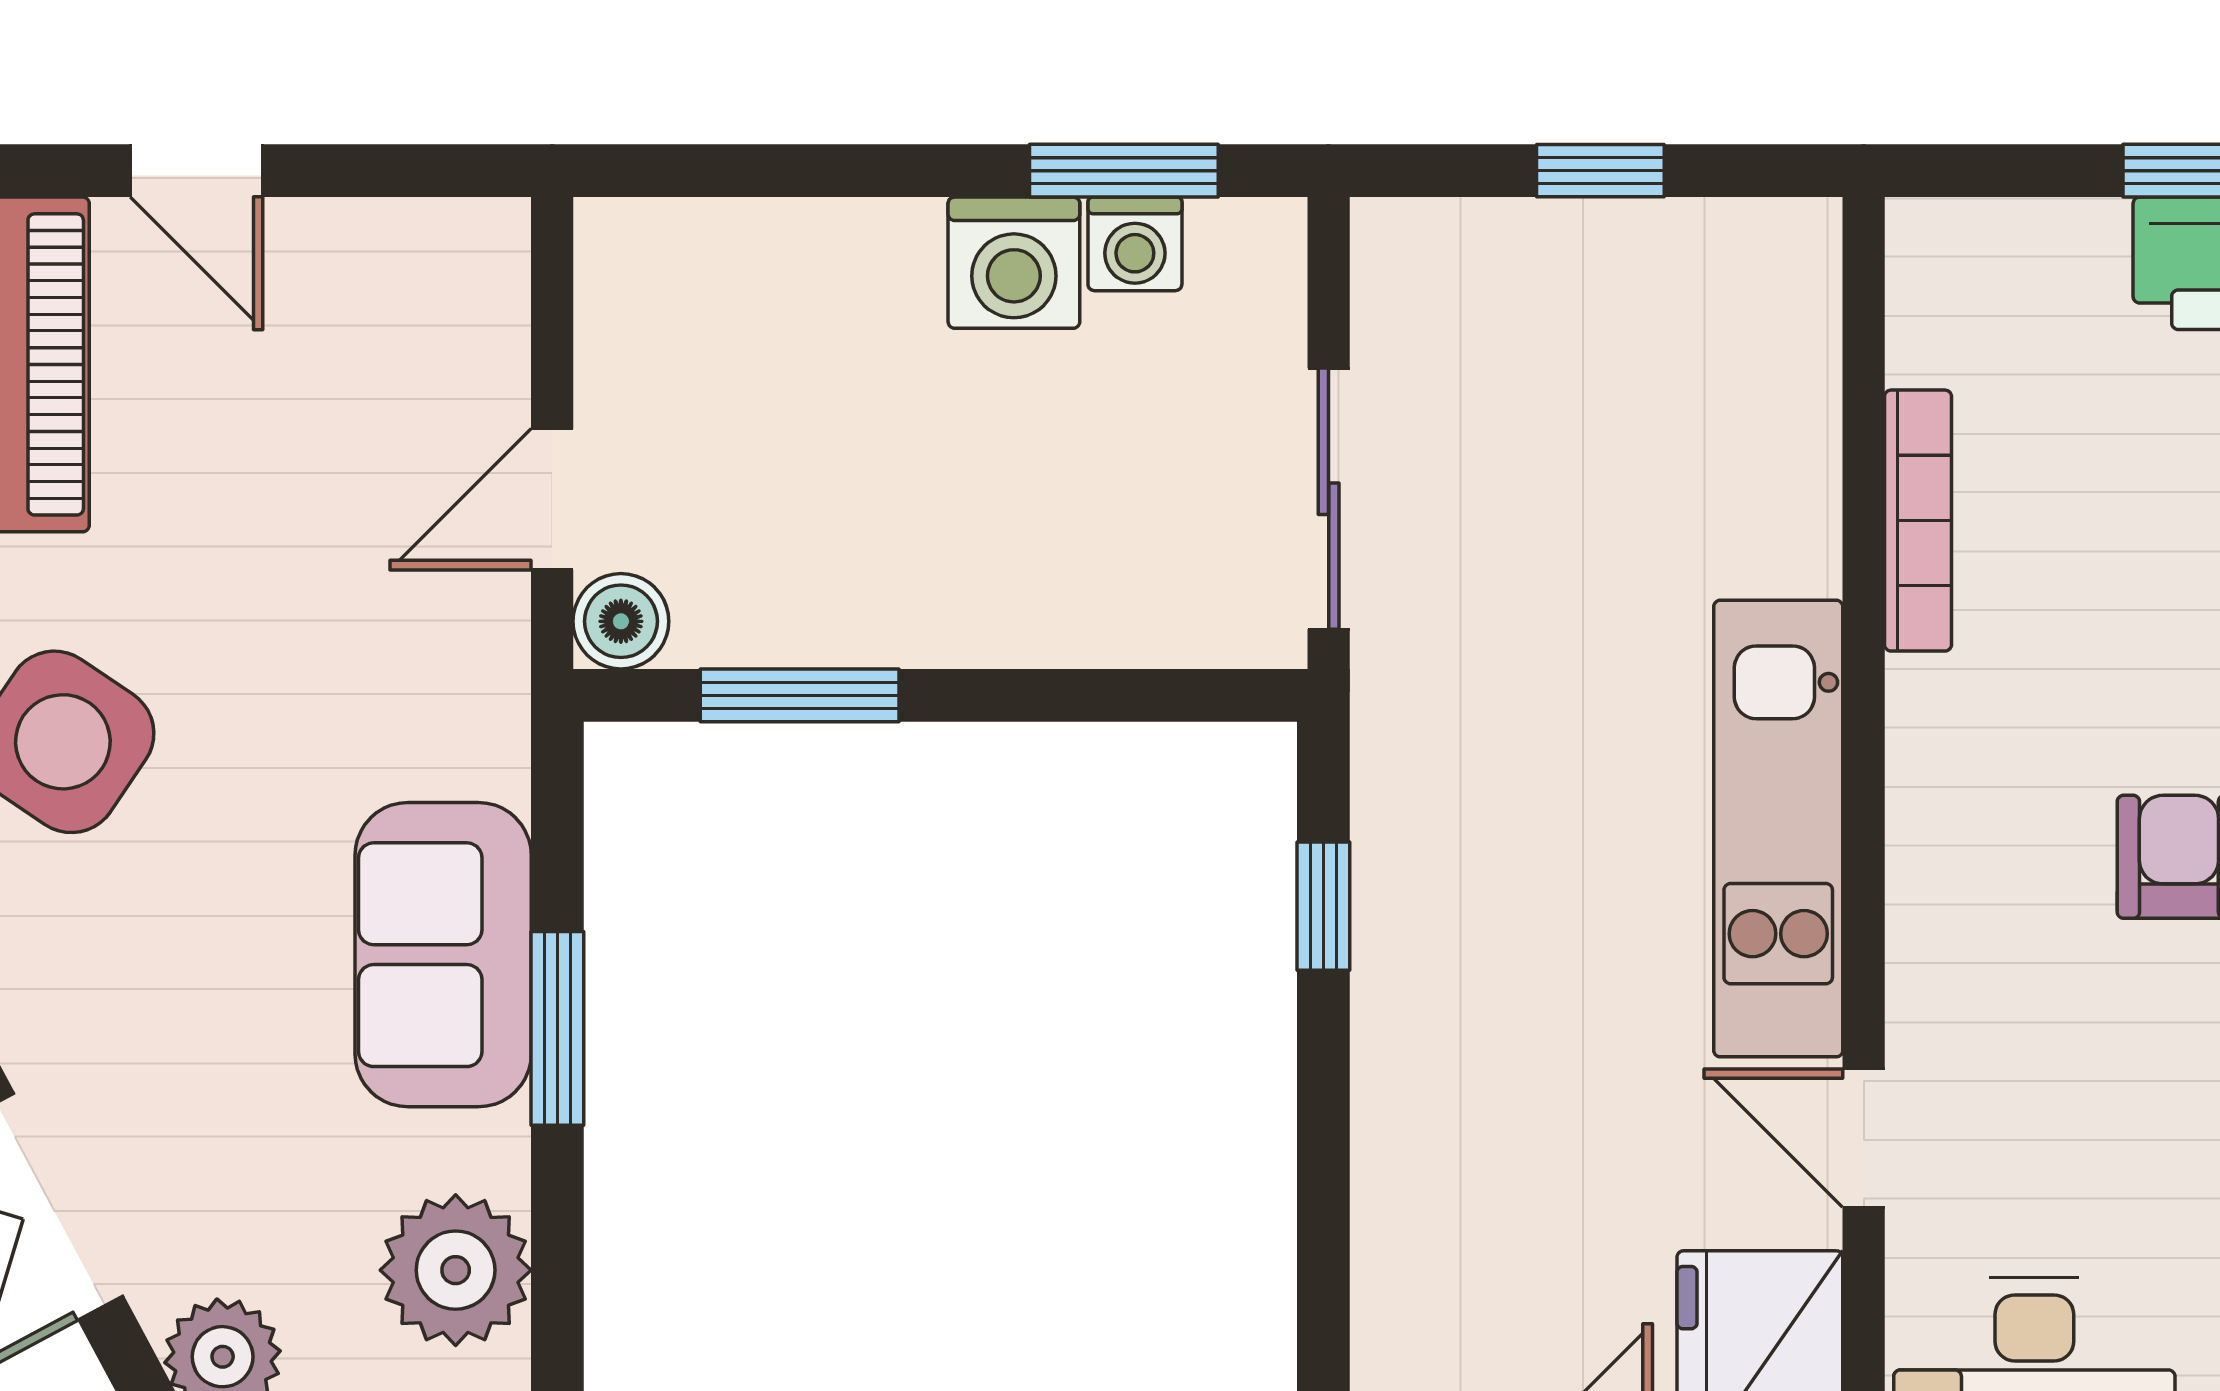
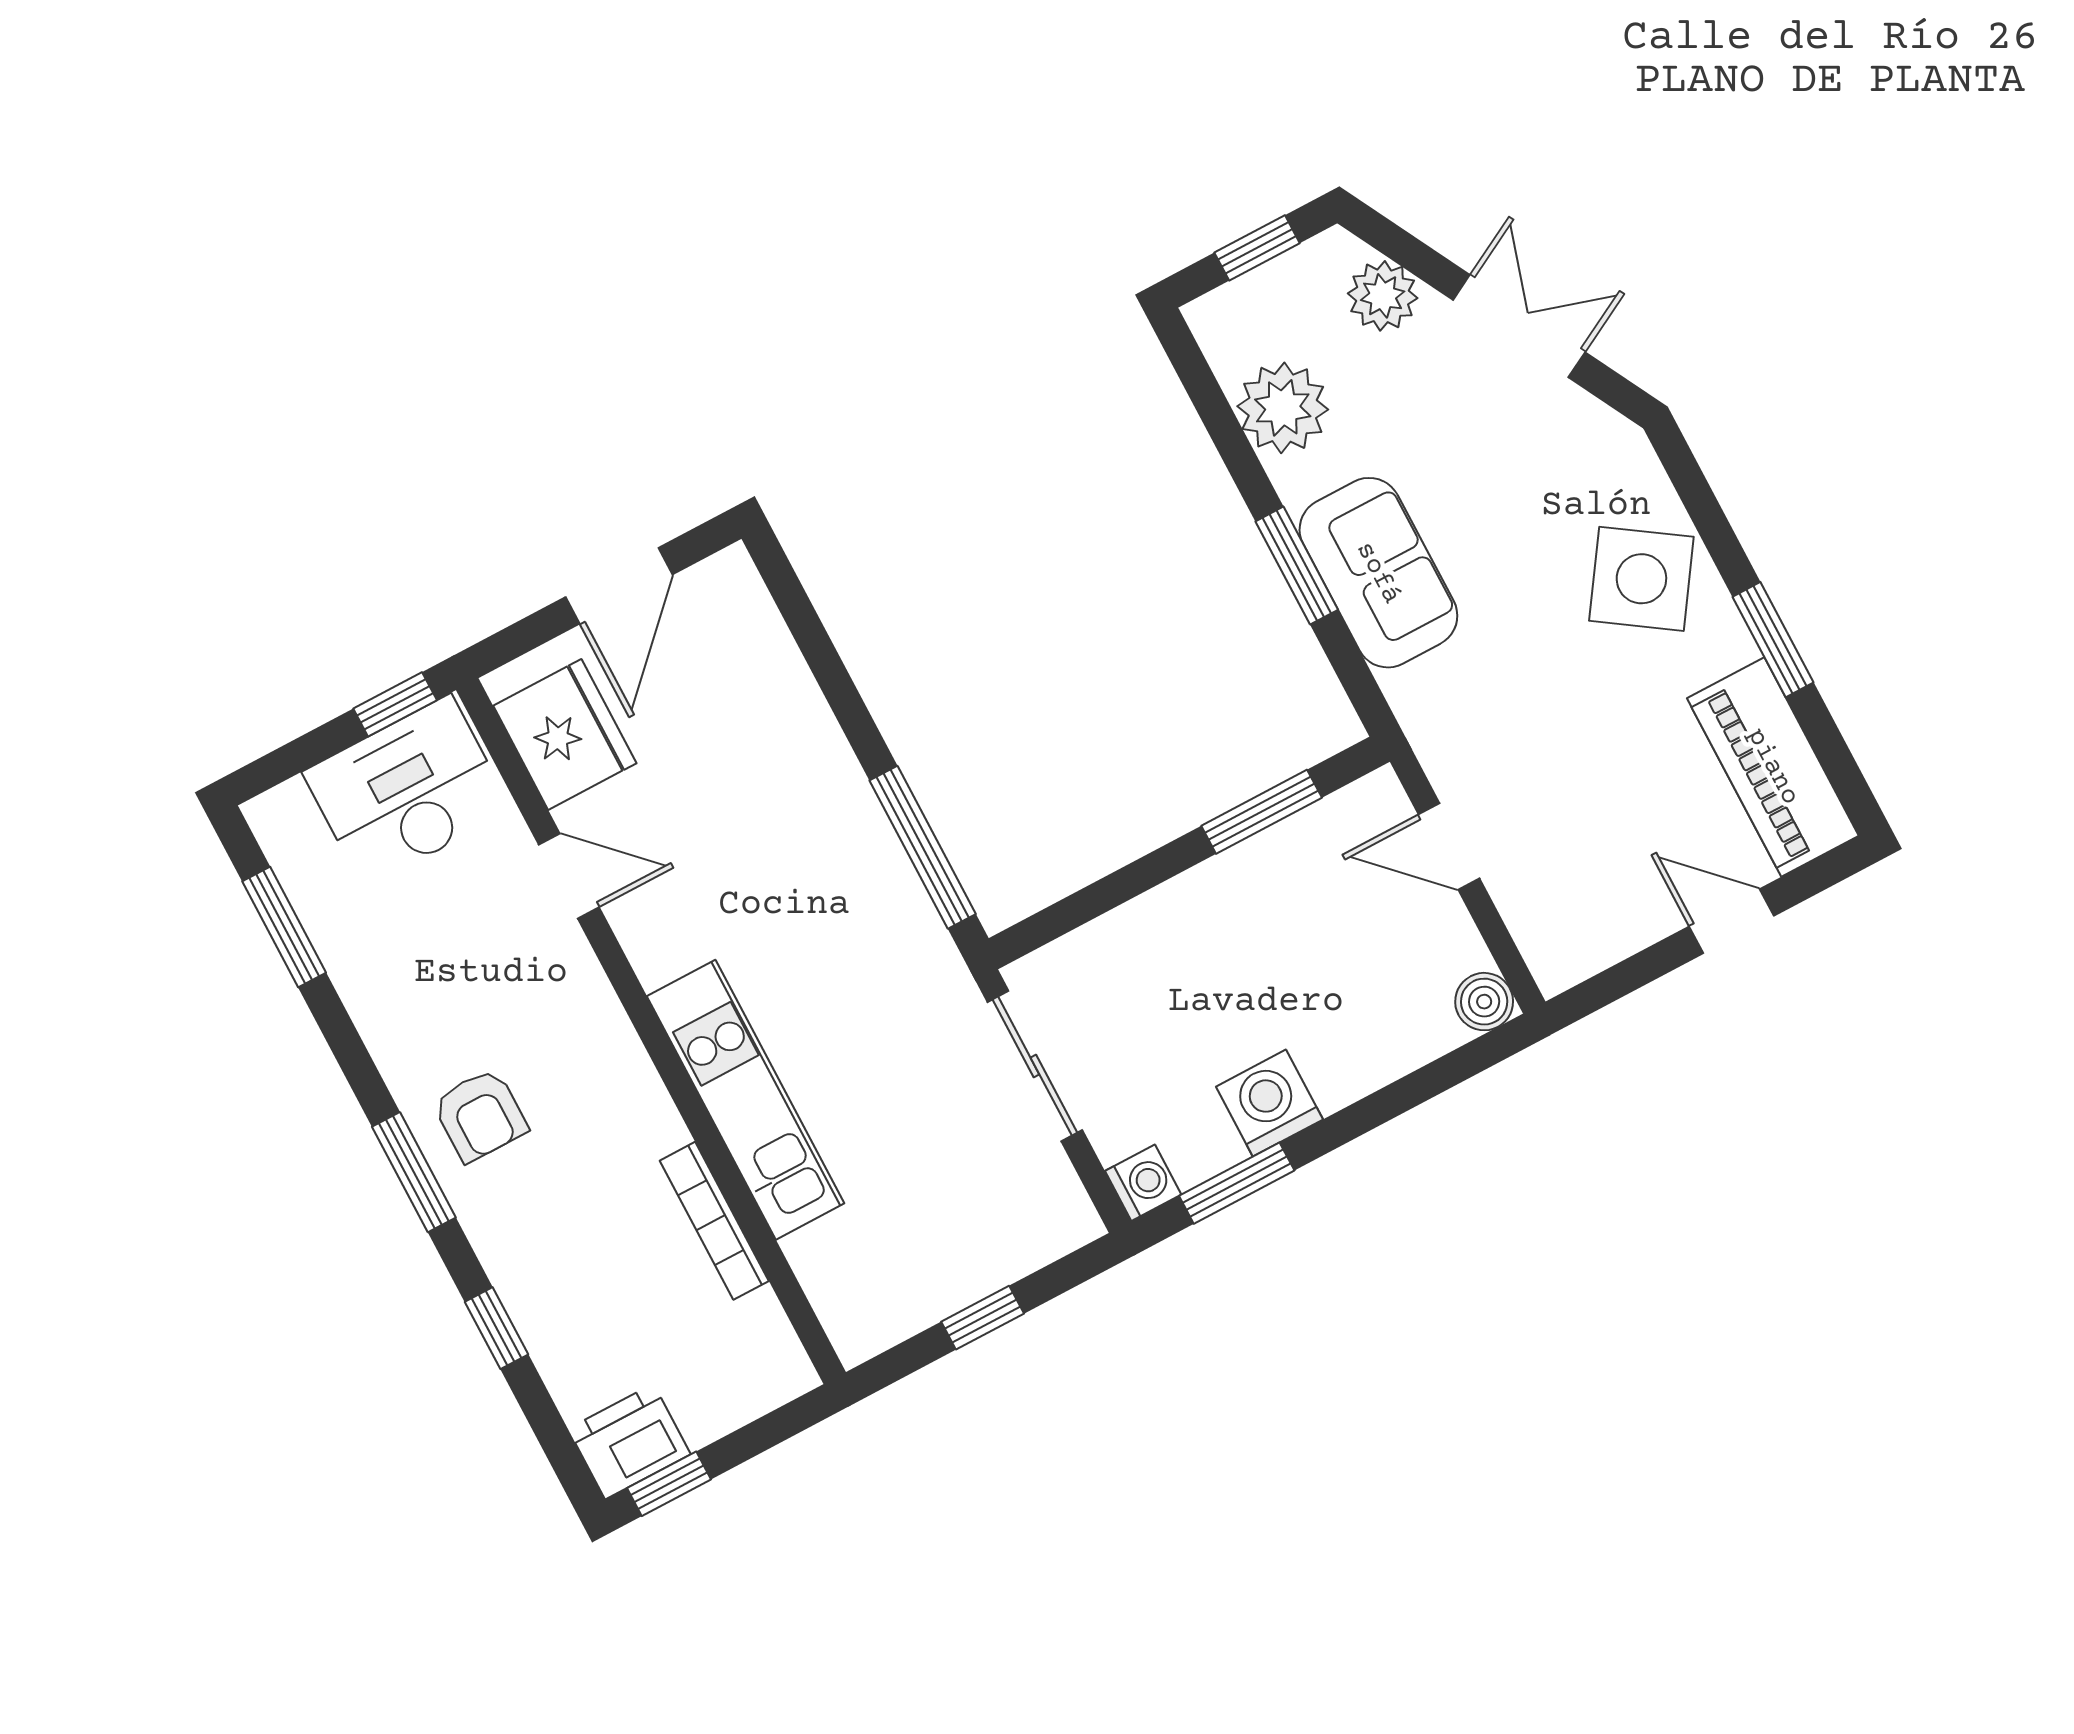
washing machine: (1135, 244) -> (1143, 1183), moved, turned 90
door: (552, 499) -> (1449, 846), swing flipped
boiler: (621, 621) -> (1484, 1002), moved
kitchen unit: (1778, 829) -> (746, 1100), moved
window: (1323, 906) -> (923, 847), width x2.17

